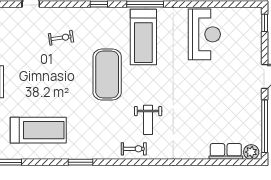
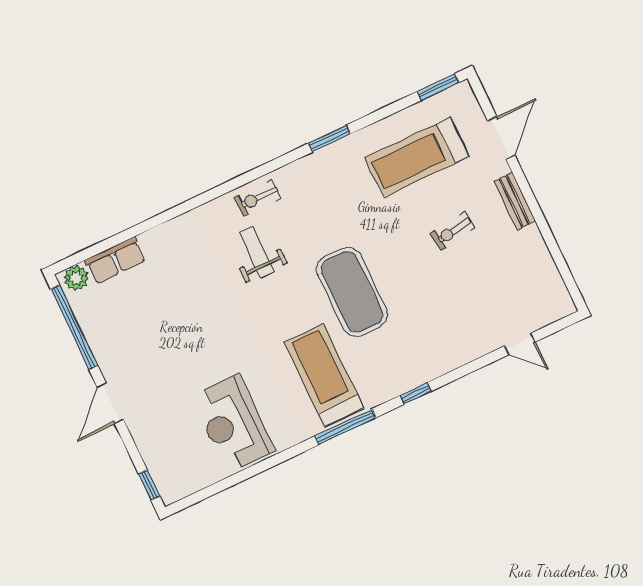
exercise bike: (61, 38) -> (453, 231), moved

